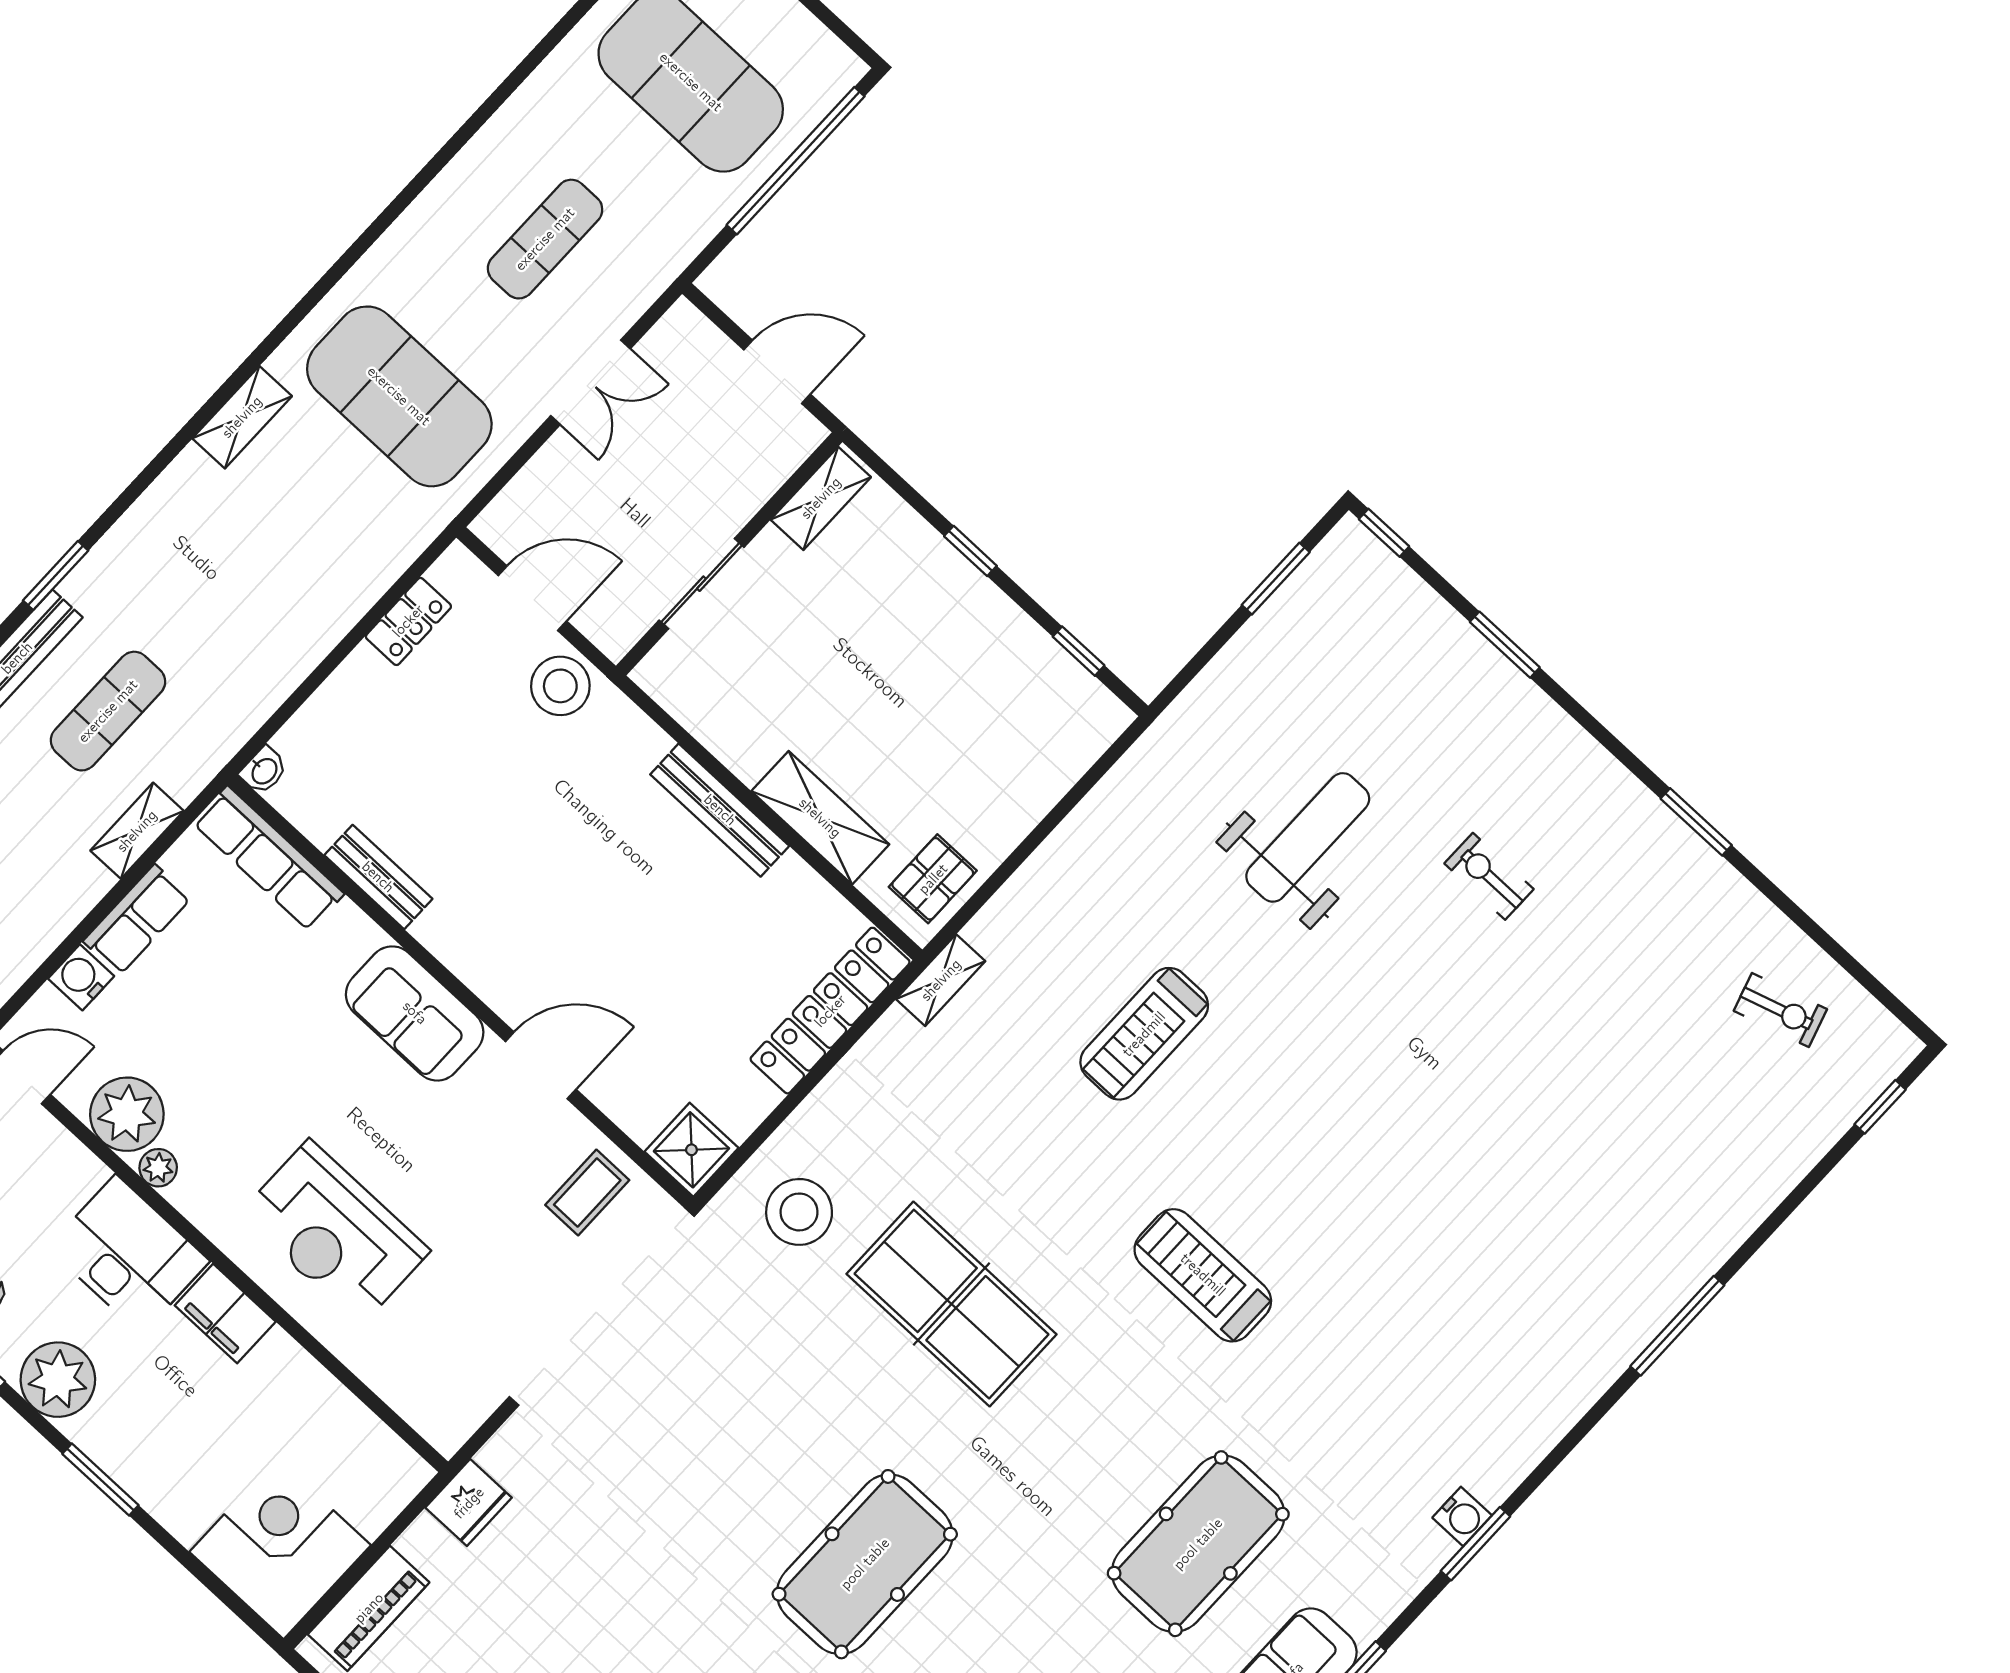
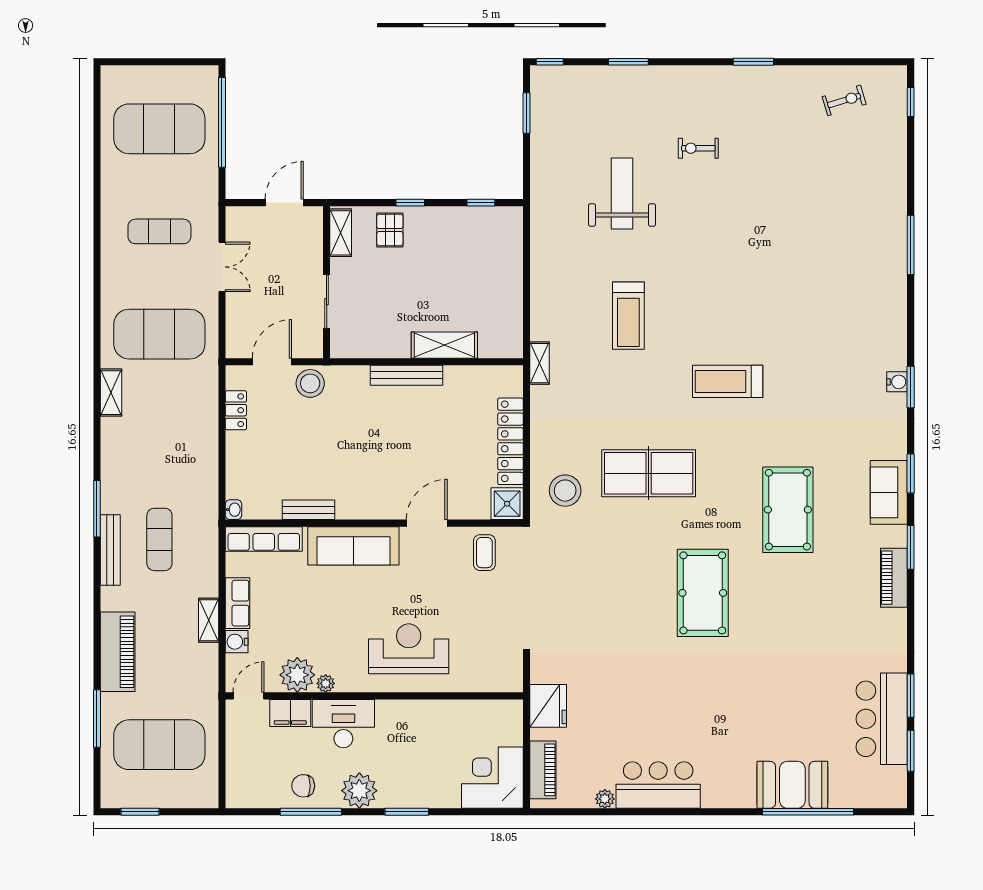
exercise mat: (545, 239) -> (159, 231), turned 90
window: (56, 575) -> (97, 509), width x1.44
shelving: (137, 831) -> (209, 620), moved
pallet: (933, 879) -> (390, 230), moved
locker: (830, 1011) -> (510, 441), moved
sofa: (415, 1013) -> (353, 546), width x1.36
reception desk: (335, 1233) -> (409, 649), turned 180
filing cabinet: (225, 1314) -> (290, 713), moved
fridge: (469, 1503) -> (548, 706), width x1.36, depth x1.34
pool table: (1198, 1544) -> (788, 510), moved

